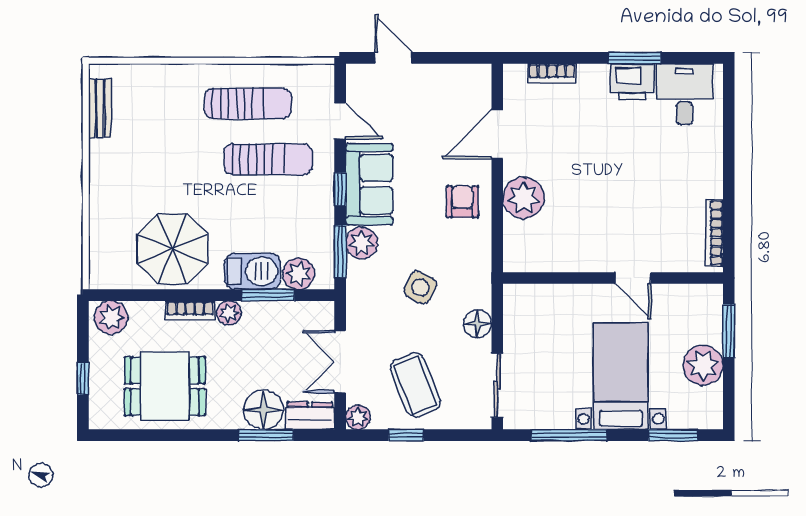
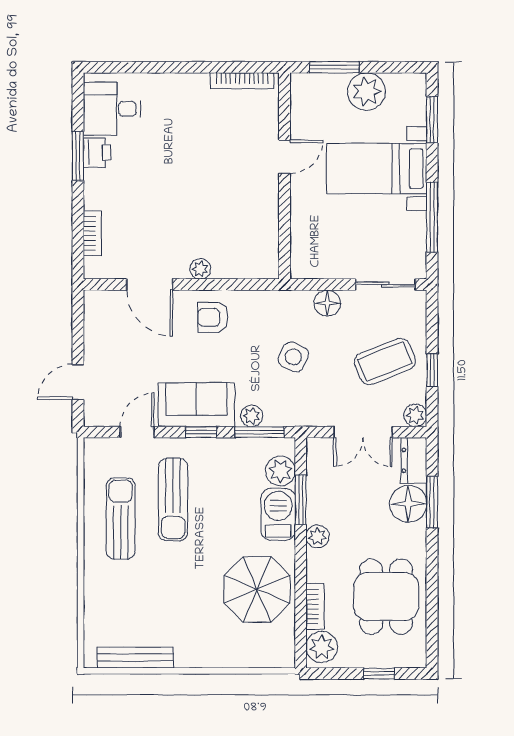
printer: (632, 82) -> (97, 153), width x0.73, depth x0.81
bench: (100, 108) -> (135, 658), width x1.36
sun lounger: (268, 159) -> (173, 500), turned 180
plant: (524, 198) -> (200, 269), width x0.53, depth x0.53
plant: (362, 243) -> (252, 416), width x0.73, depth x0.73
bookcase: (190, 311) -> (315, 606), moved

